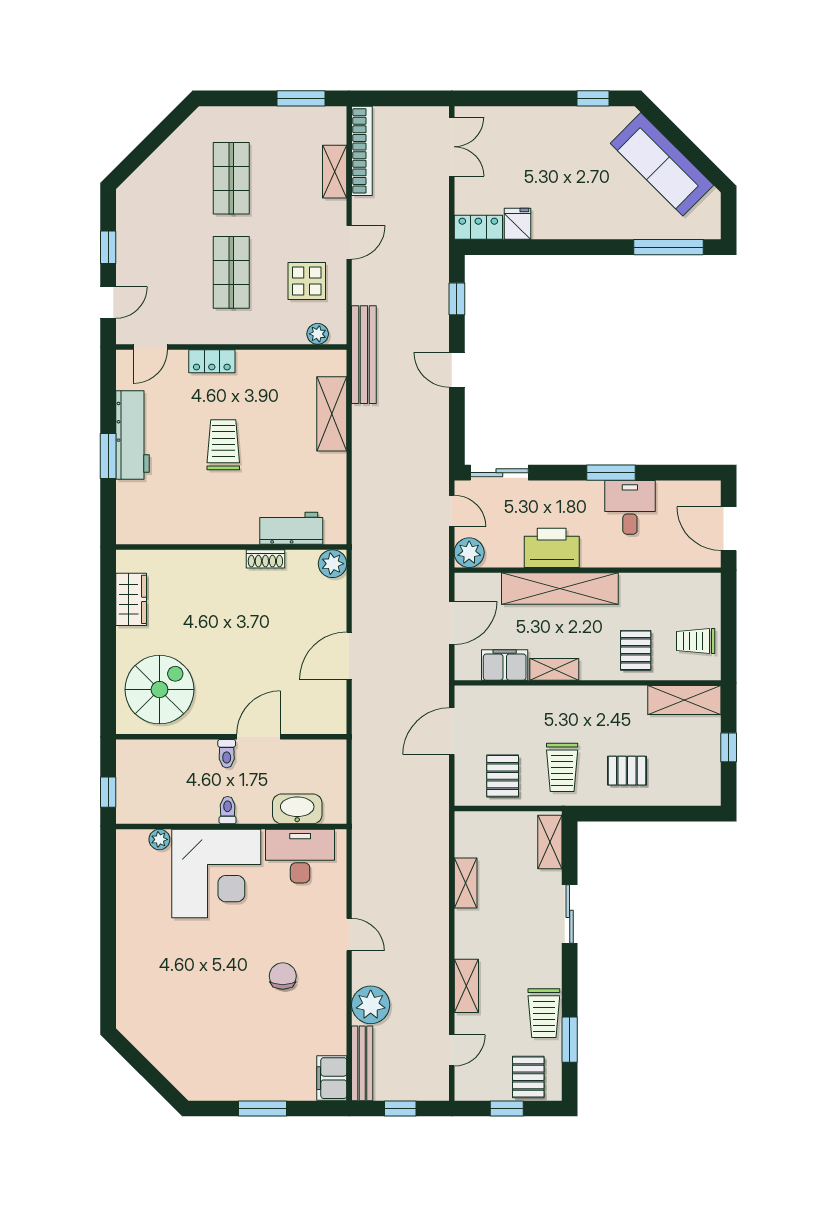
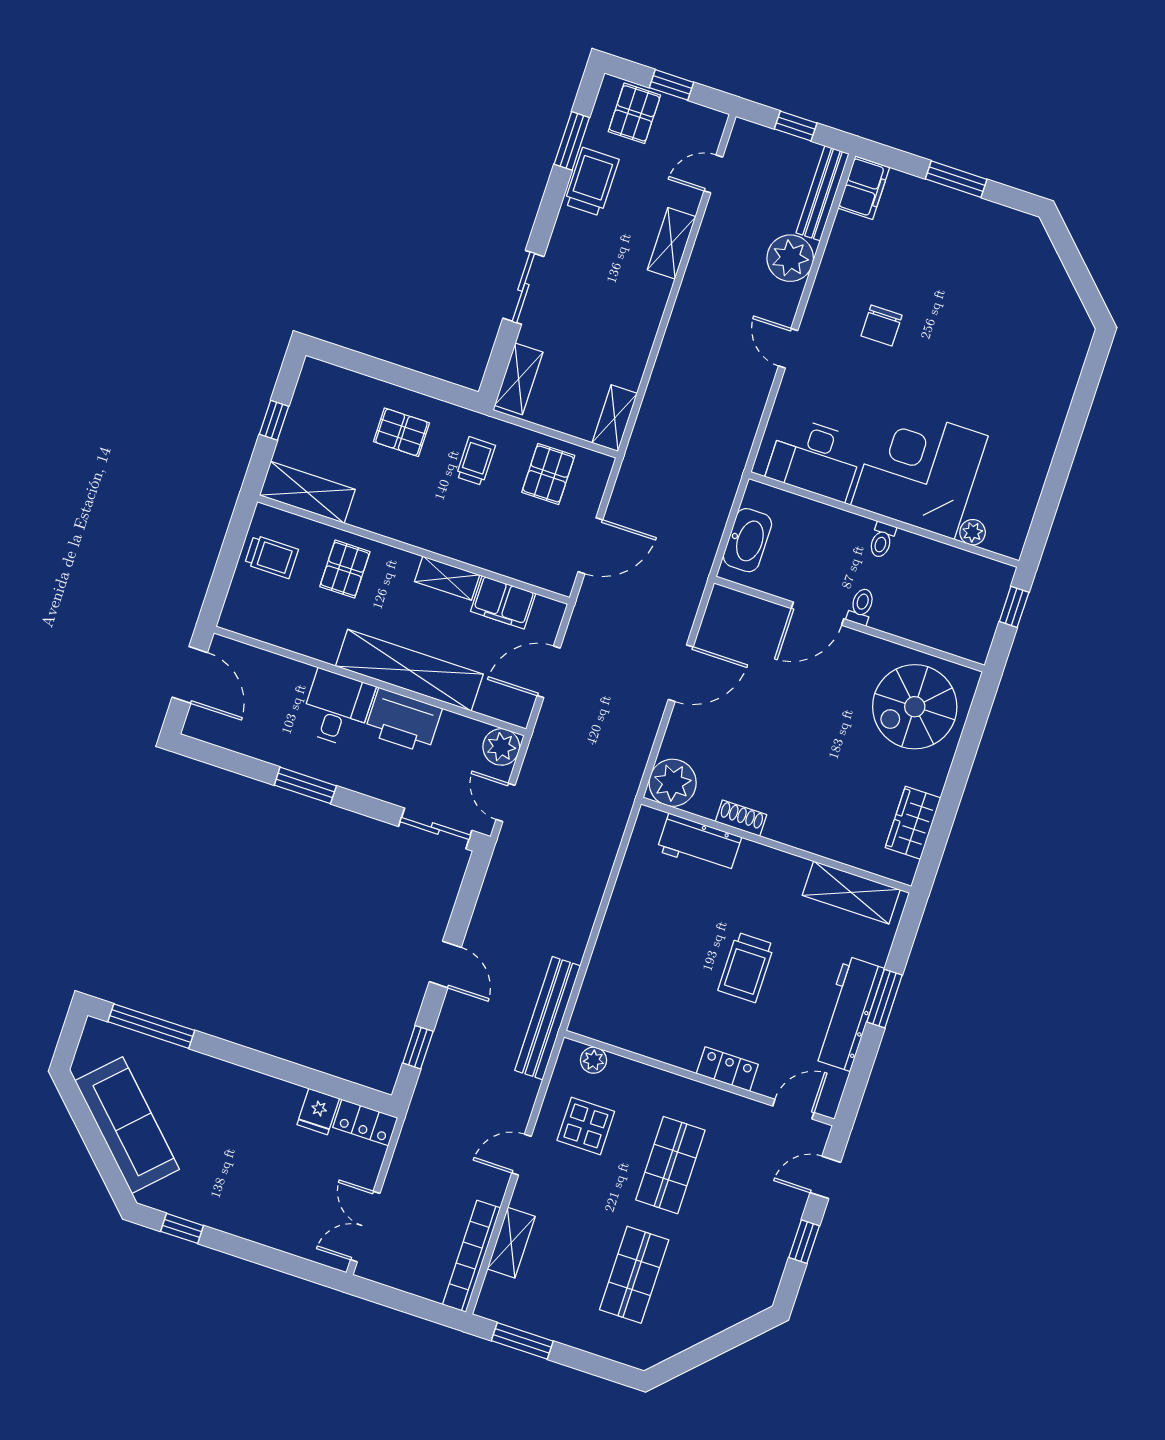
shelving: (332, 414) -> (851, 892), moved, turned 90
desk: (630, 507) -> (337, 708), moved, turned 180
plant: (333, 564) -> (673, 783), width x1.36, depth x1.36
trolley: (562, 767) -> (476, 461), width x0.73, depth x0.72
washbasin: (297, 809) -> (747, 540), moved, turned -90
shelving: (466, 883) -> (615, 418), moved

